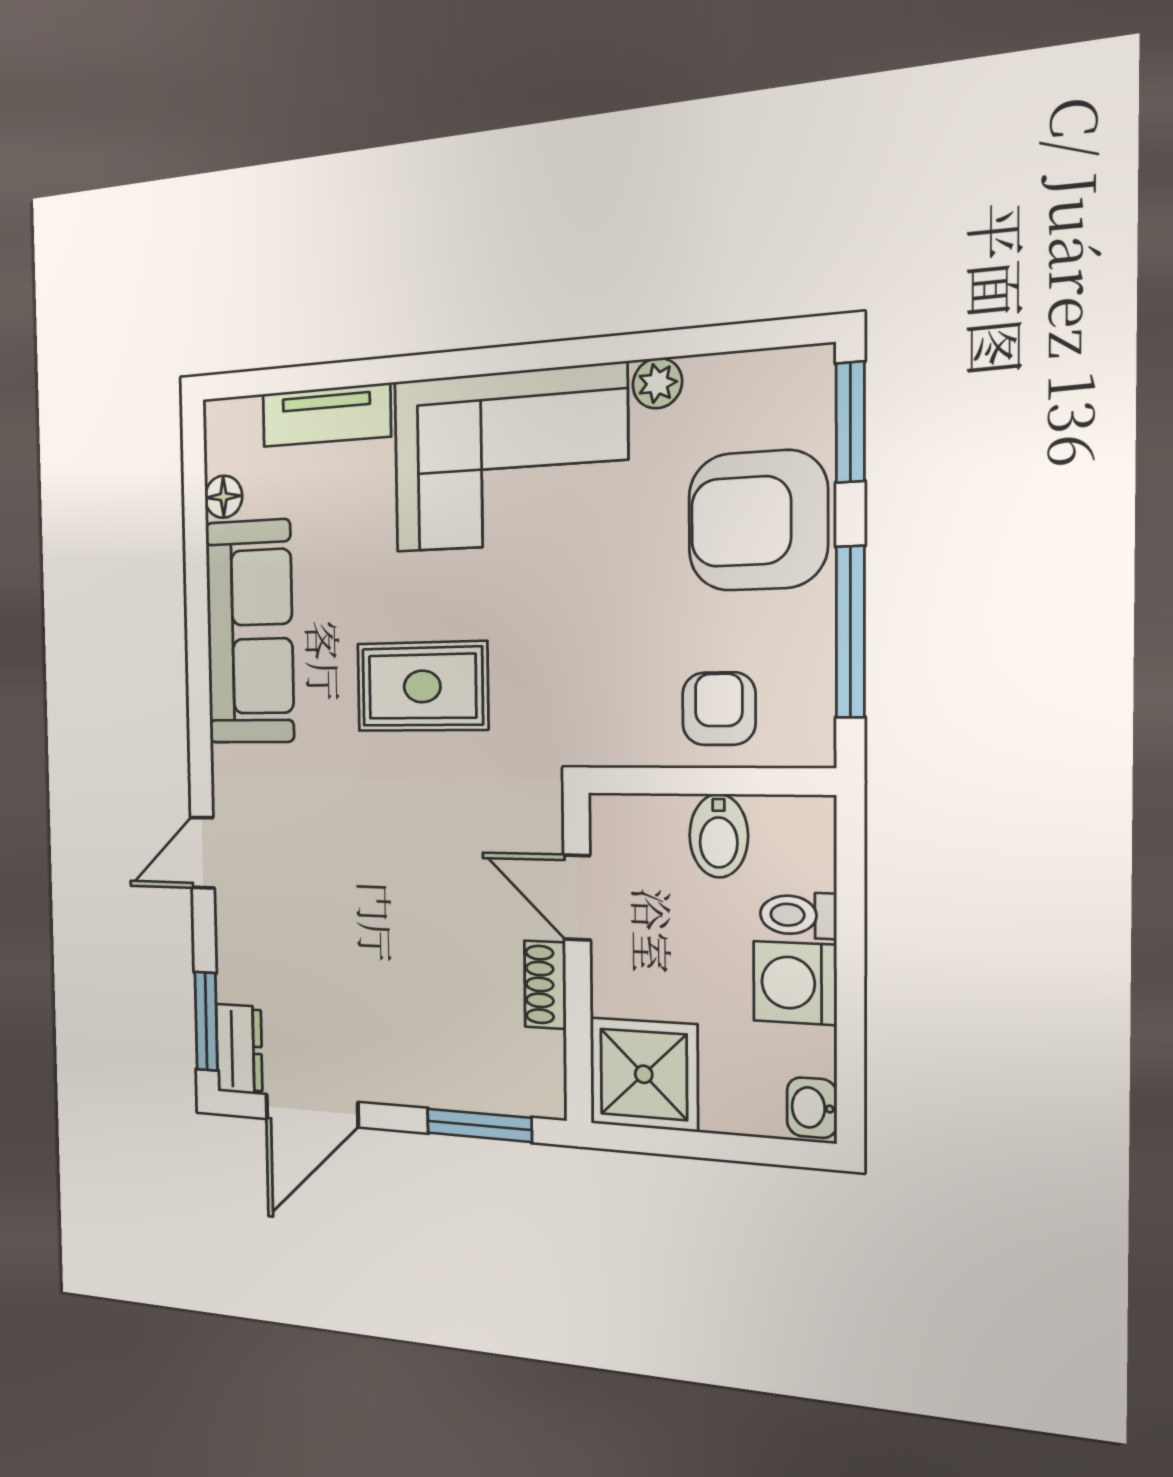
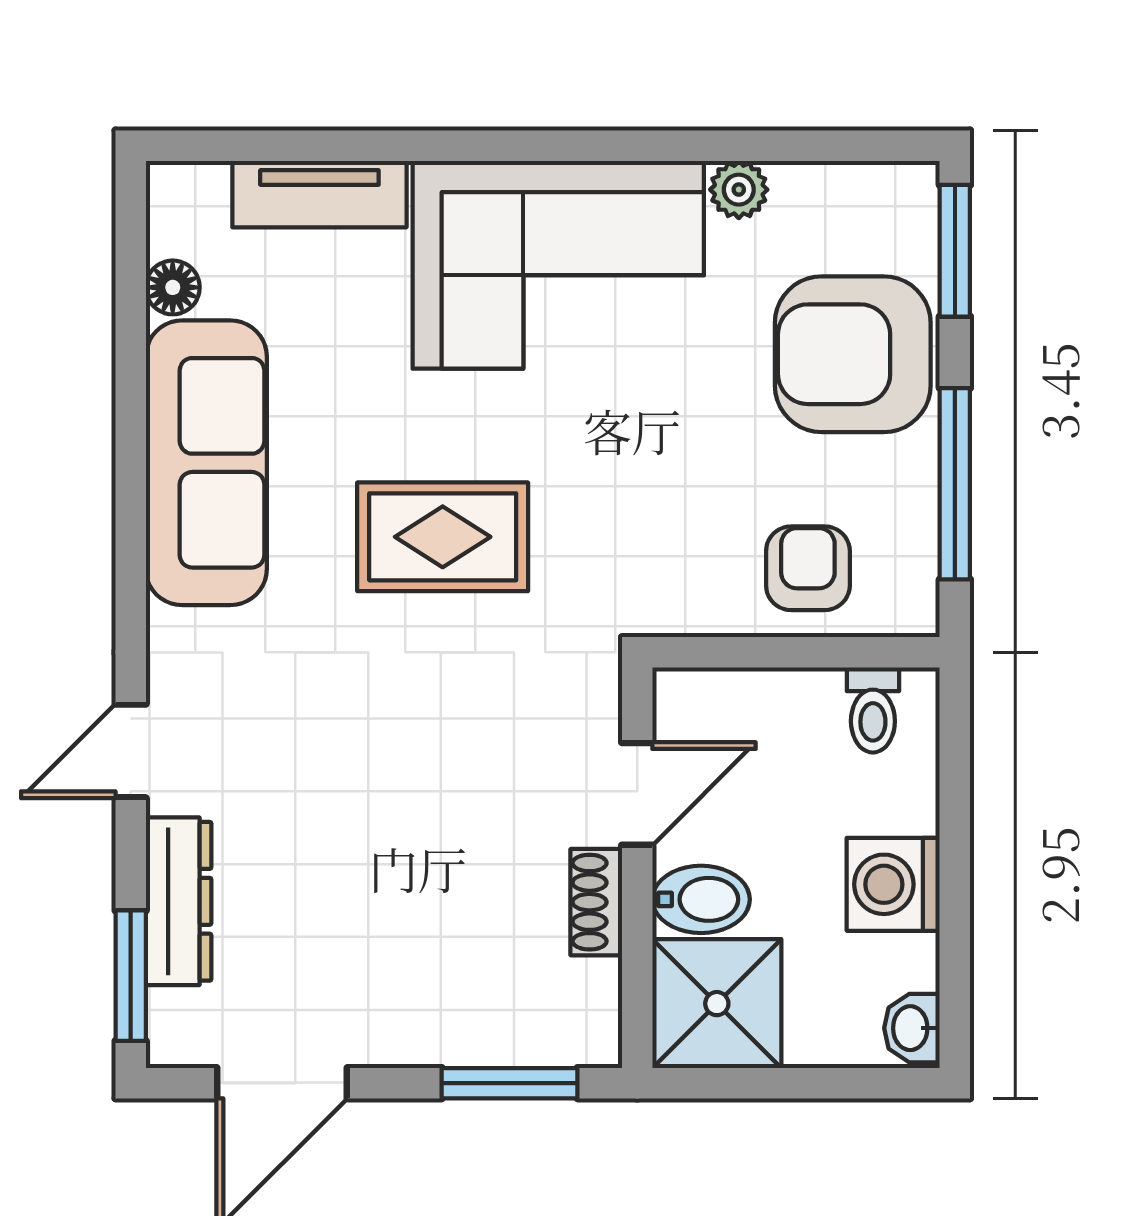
bidet: (719, 836) -> (701, 899), moved, turned -90
door: (577, 897) -> (637, 794), swing flipped
toilet: (798, 915) -> (873, 710), moved, turned -90
dresser: (239, 1049) -> (179, 901), moved, width x1.44

